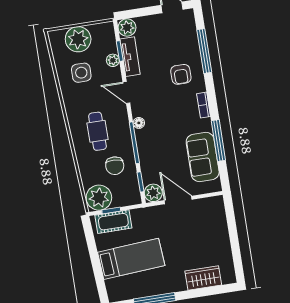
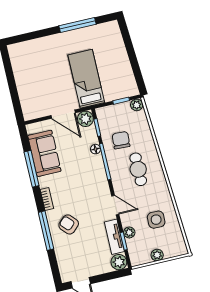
plant: (78, 39) -> (157, 255), width x0.53, depth x0.53
window: (204, 51) -> (46, 231), moved
armchair: (181, 74) -> (69, 224), turned -43
floor lamp: (139, 123) -> (96, 149), moved
plant: (99, 198) -> (137, 105), width x0.53, depth x0.53
cot: (113, 222) -> (119, 91), removed
bed: (131, 259) -> (86, 79), moved, turned 94
wardrobe: (203, 278) -> (36, 47), removed

